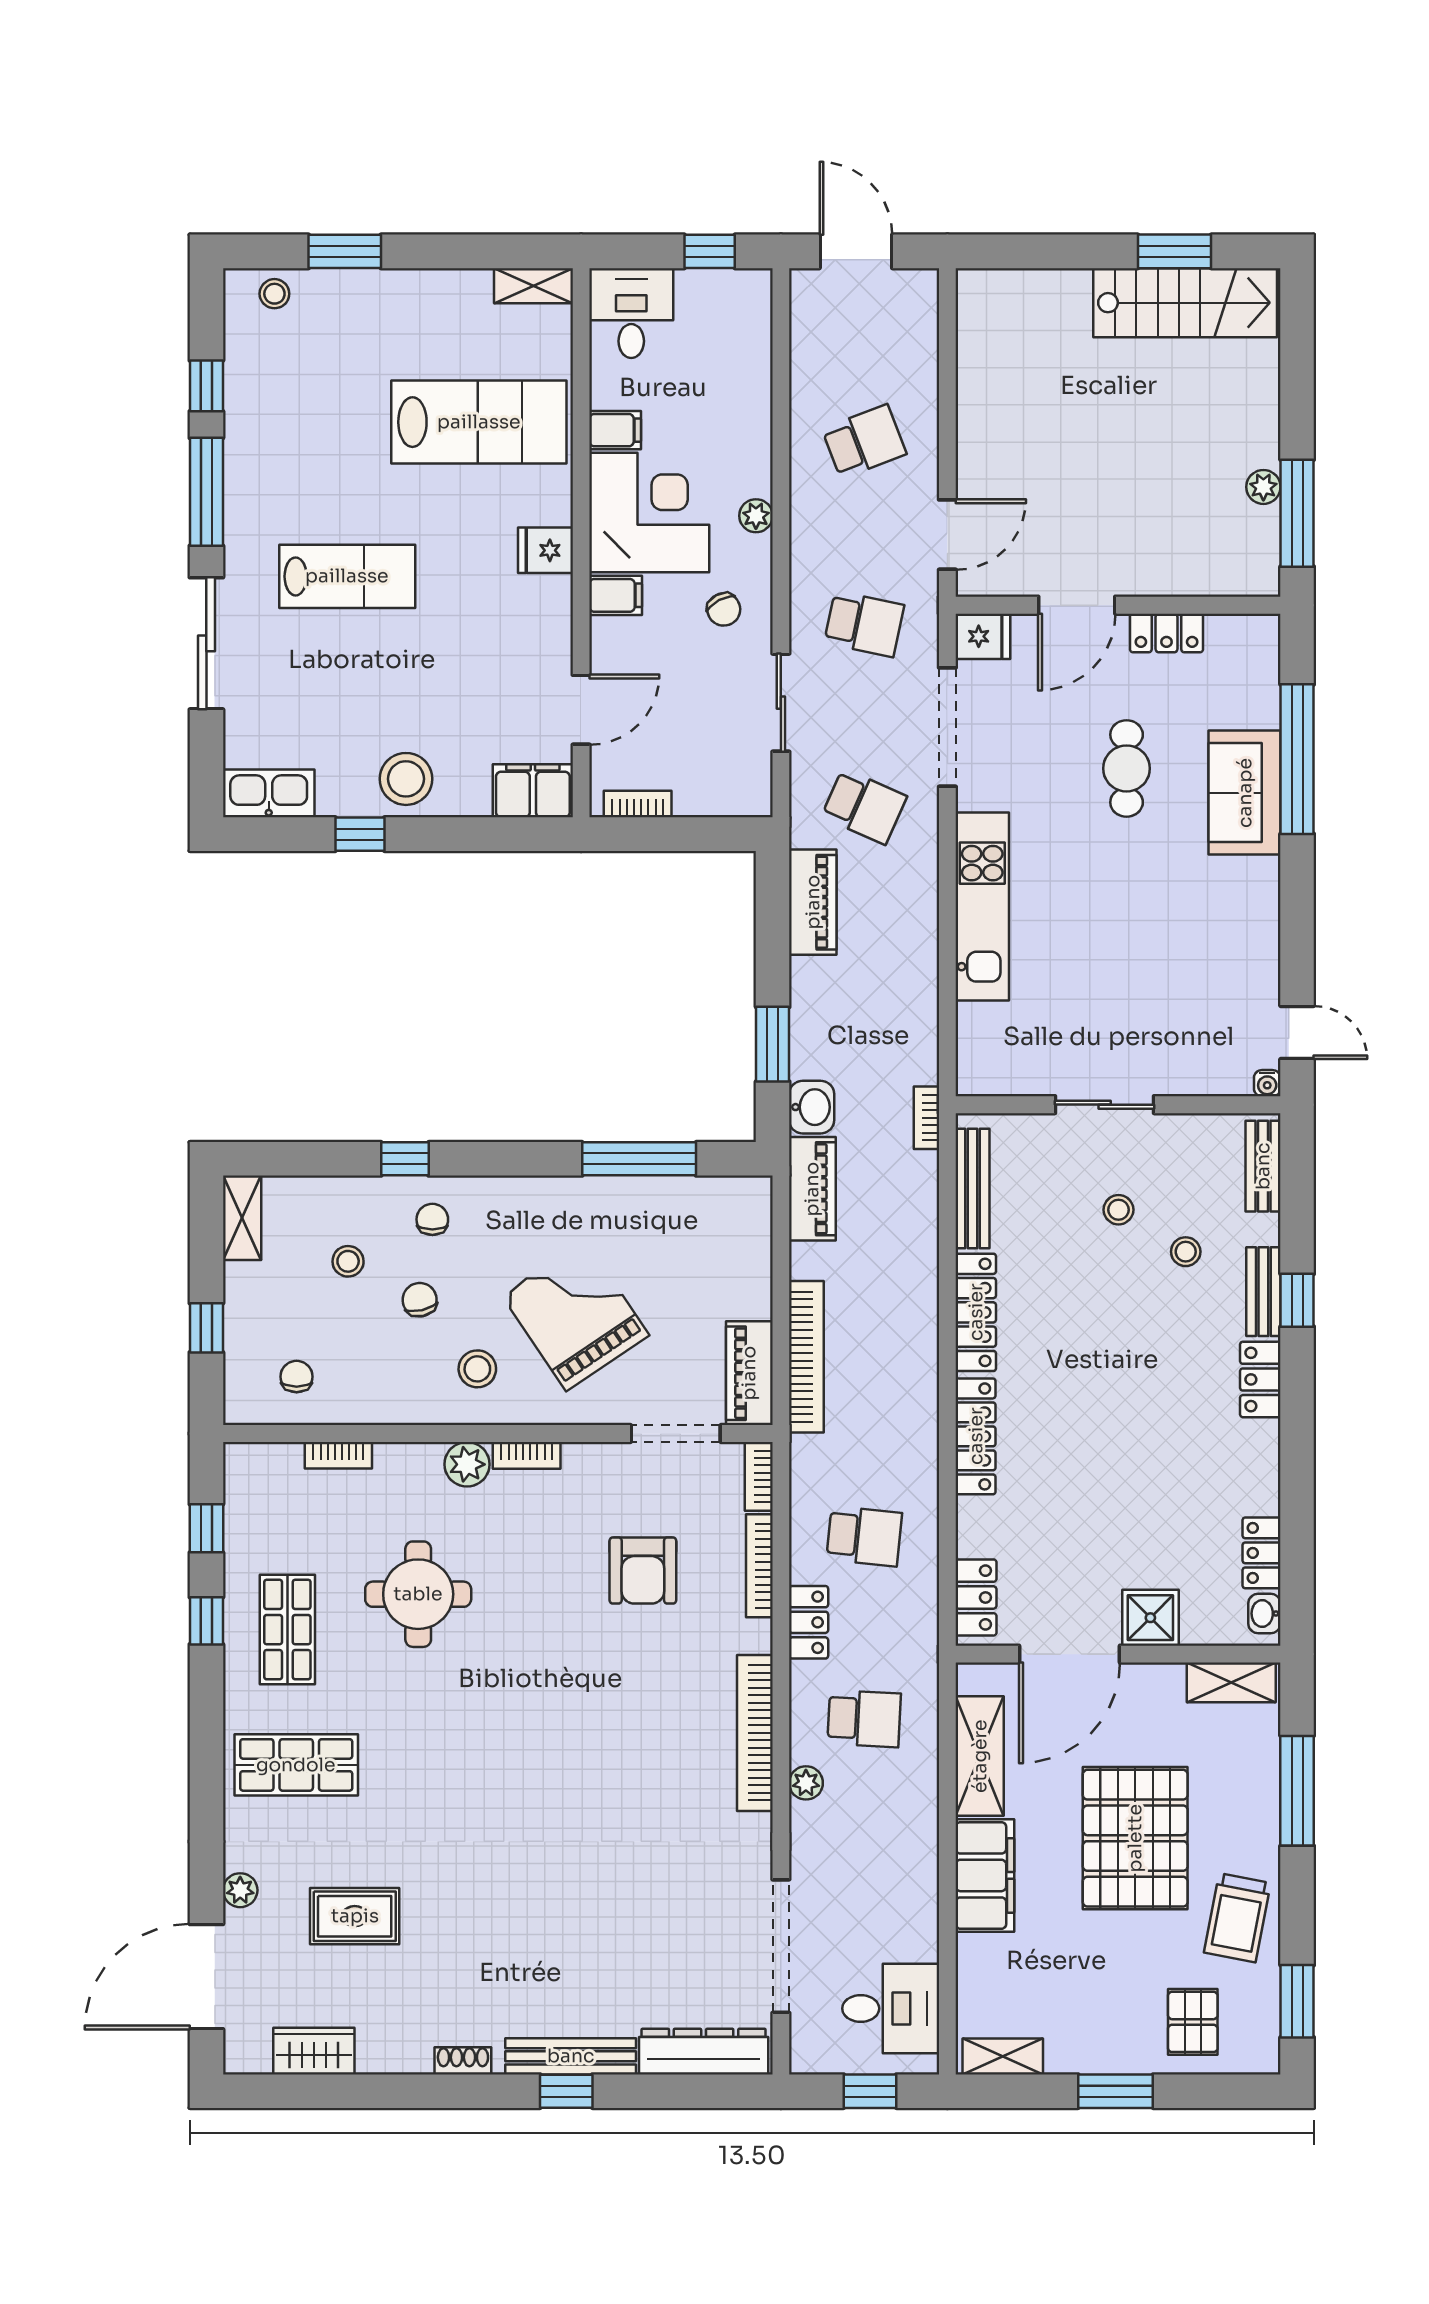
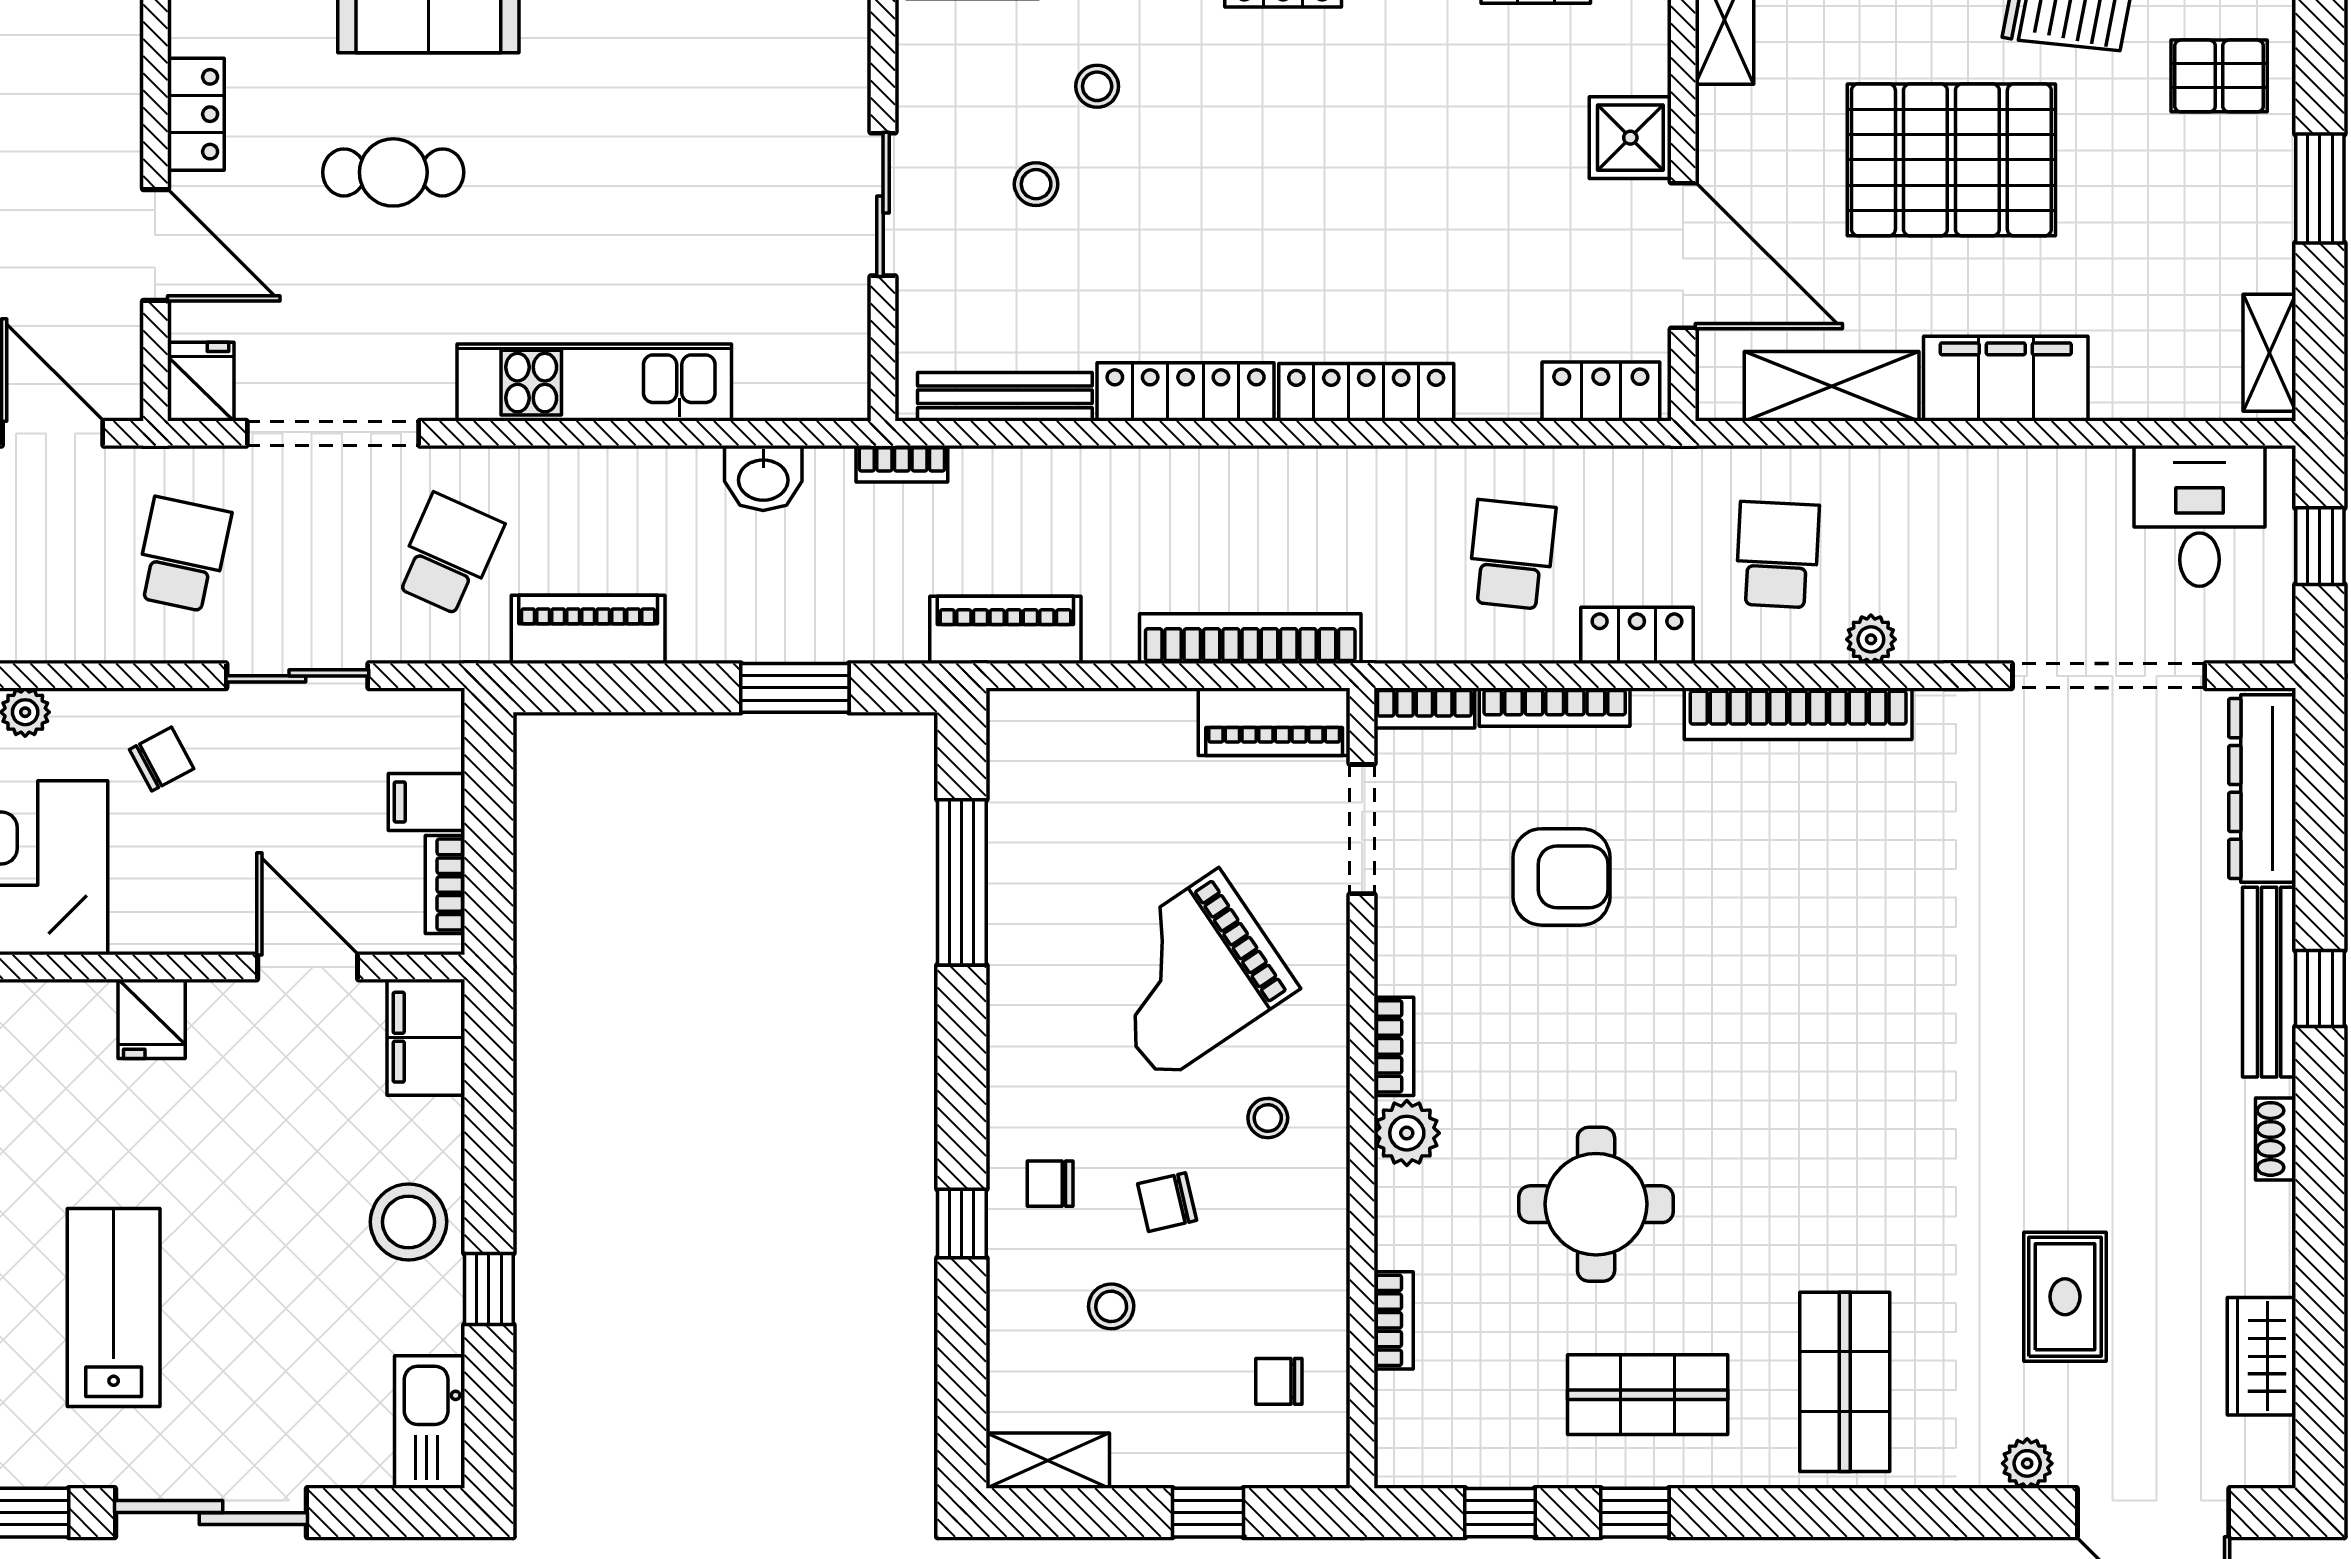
fridge: (545, 550) -> (152, 1019), moved
filing cabinet: (616, 595) -> (426, 802), moved, turned -90
washbasin: (812, 1107) -> (763, 478), moved, turned 180
stool: (477, 1369) -> (1268, 1118), width x0.73, depth x0.73

